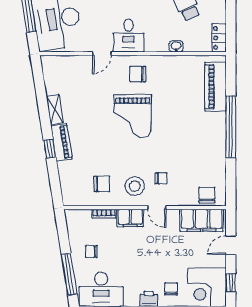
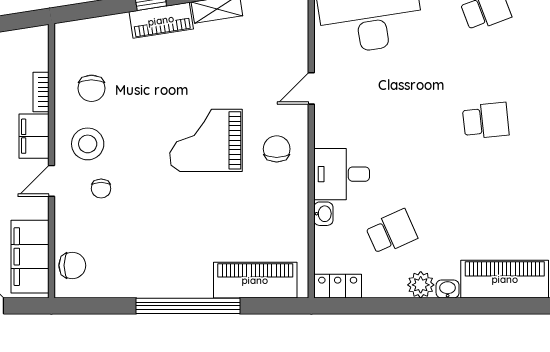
desk: (129, 36) -> (342, 174), moved
door: (102, 54) -> (311, 88), hinge flipped

